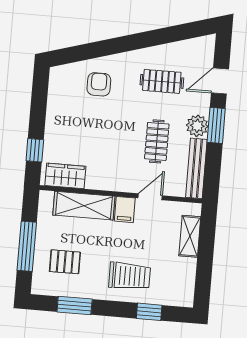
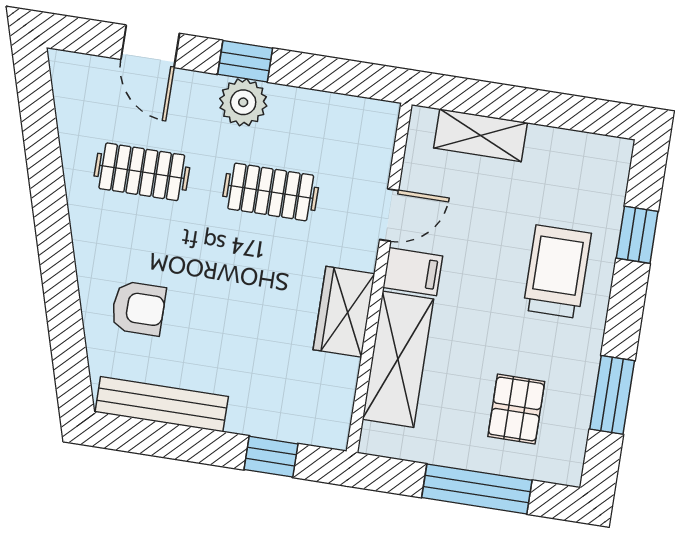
clothes rail: (162, 81) -> (142, 172), turned 90
armchair: (99, 84) -> (138, 308), turned 180
window: (216, 125) -> (245, 61), width x0.67
bench: (196, 168) -> (162, 404), moved
wardrobe: (65, 176) -> (344, 312), moved
door: (150, 197) -> (389, 215), swing flipped

